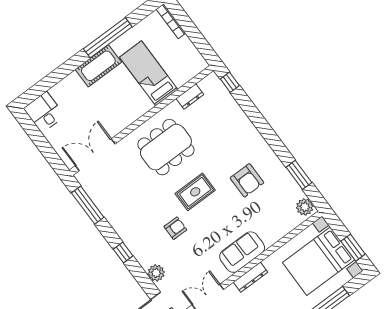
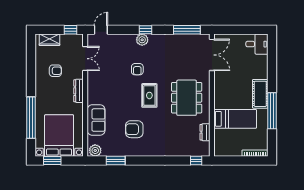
sofa: (242, 252) -> (96, 120), moved
plant: (156, 273) -> (142, 40), moved

